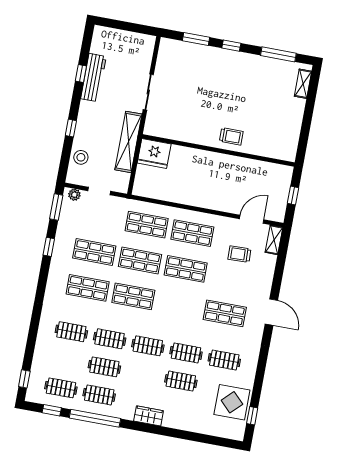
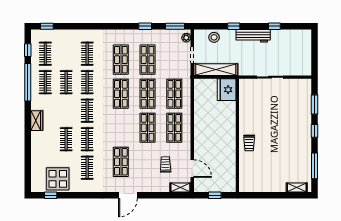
workbench: (93, 78) -> (253, 36), moved
shelving: (128, 142) -> (216, 70), moved

